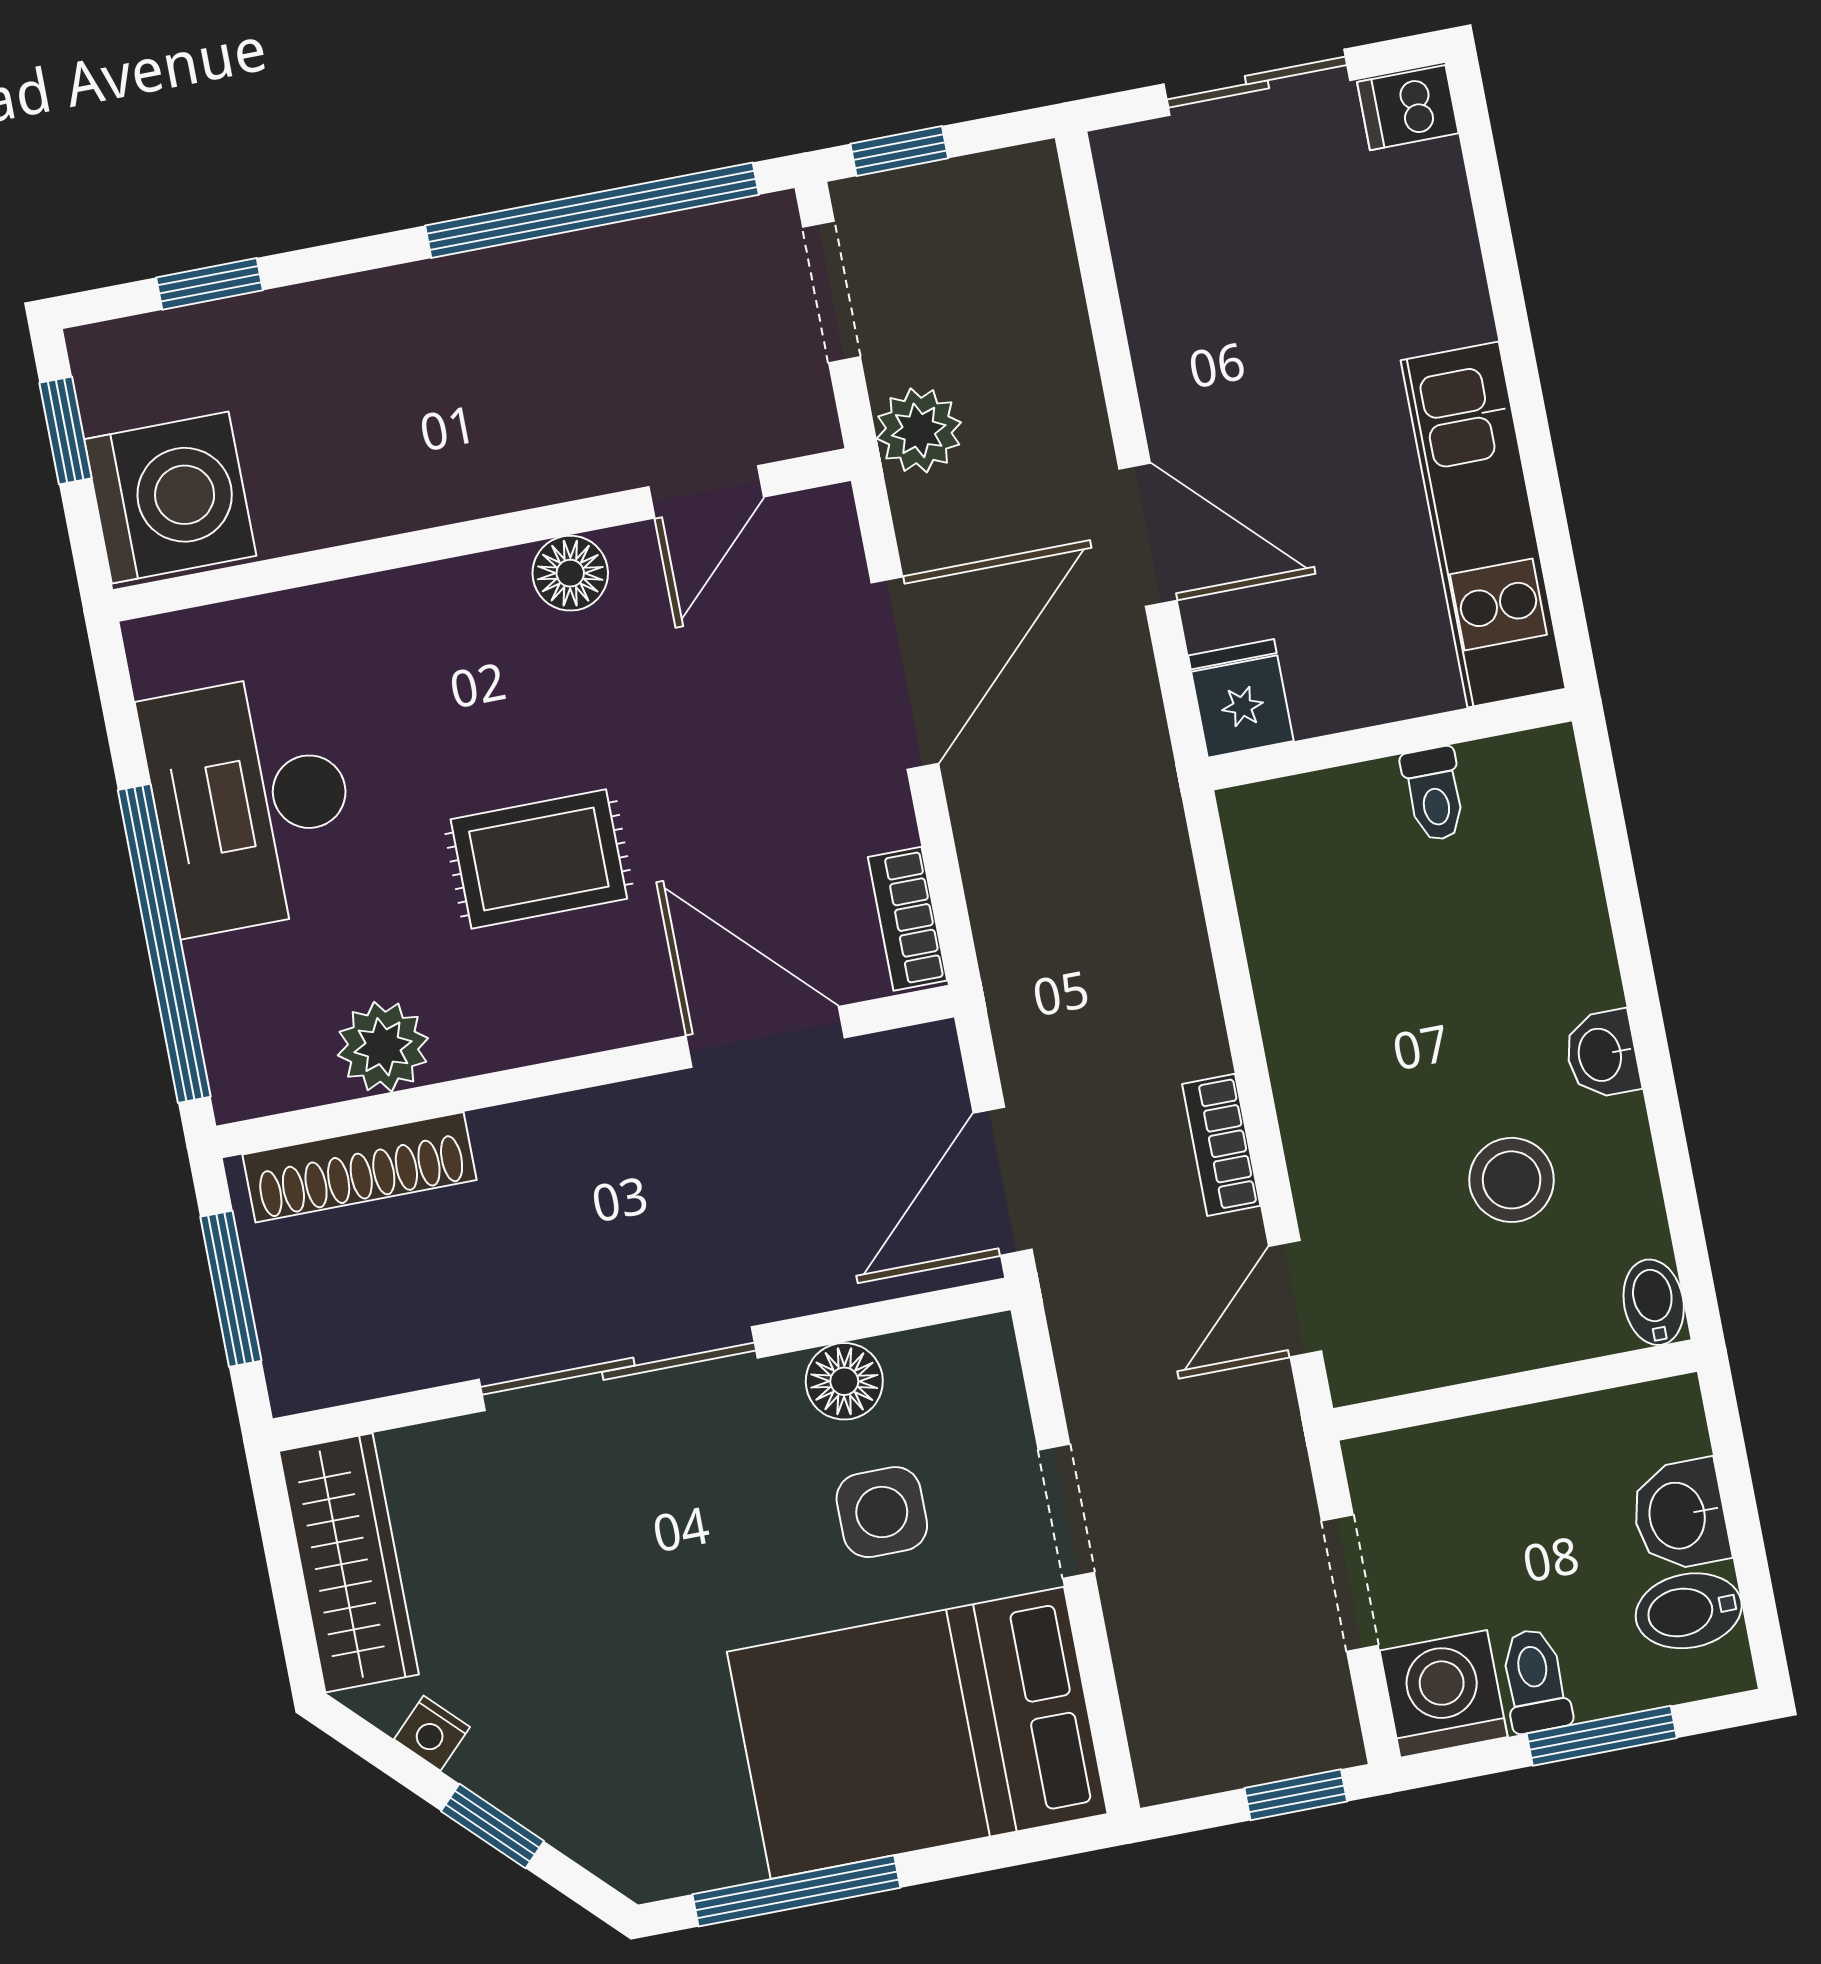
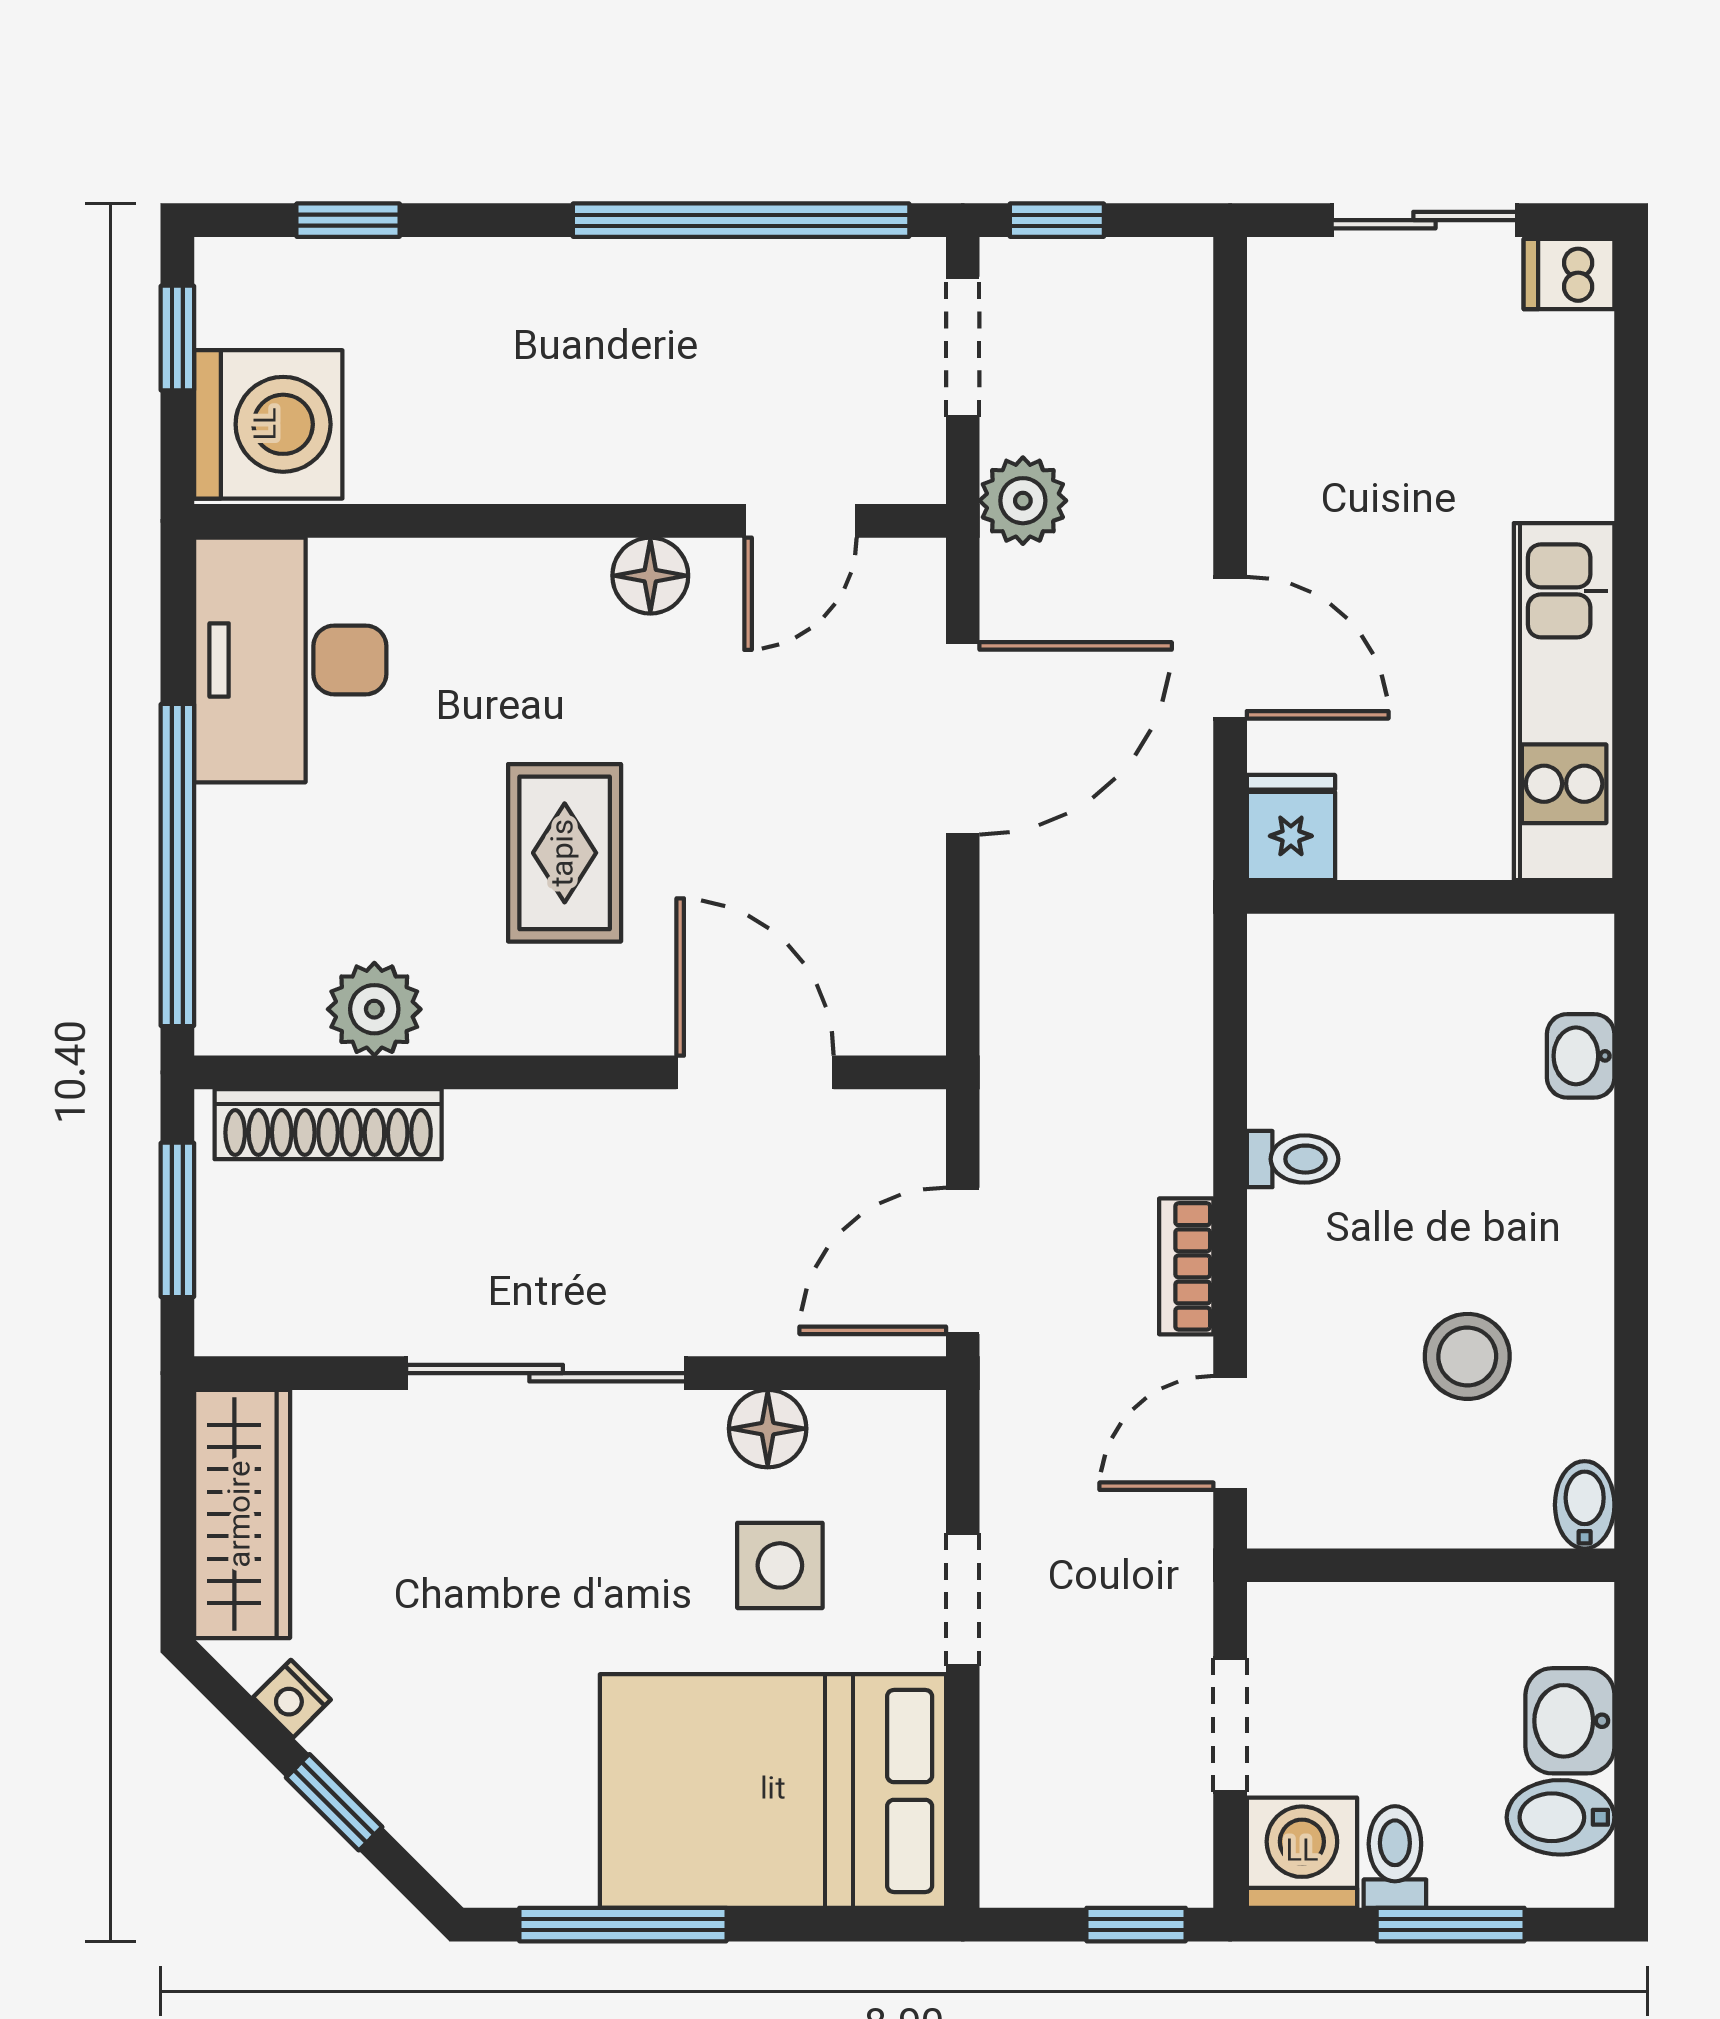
toilet: (1434, 794) -> (1293, 1159), moved, turned -90
desk: (251, 803) -> (290, 660), moved
rug: (539, 859) -> (565, 853), turned 90
bookcase: (907, 919) -> (918, 982), removed
washbasin: (1602, 1054) -> (1581, 1056), moved

